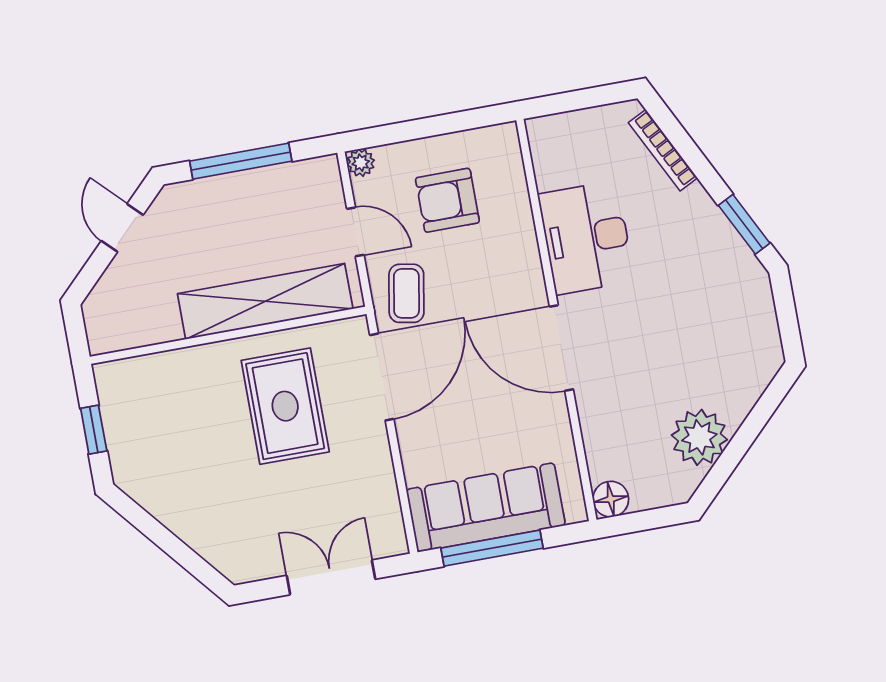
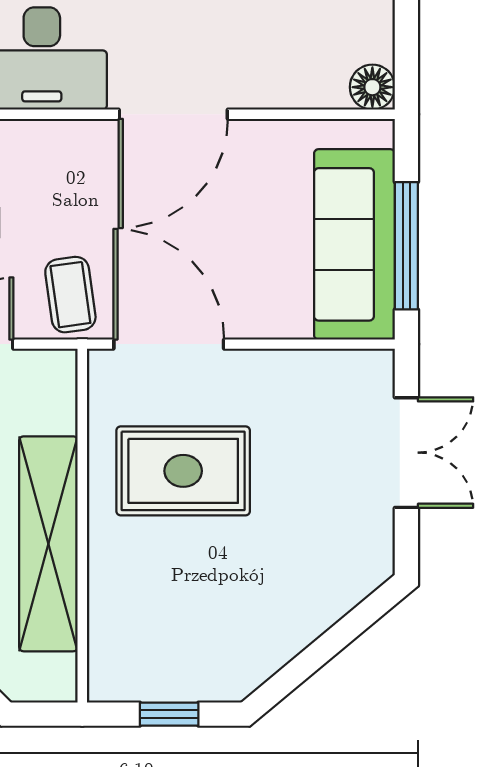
coffee table: (406, 293) -> (70, 295), turned 72
shelving: (265, 301) -> (48, 544), moved
double door: (331, 577) -> (406, 453), swing flipped

